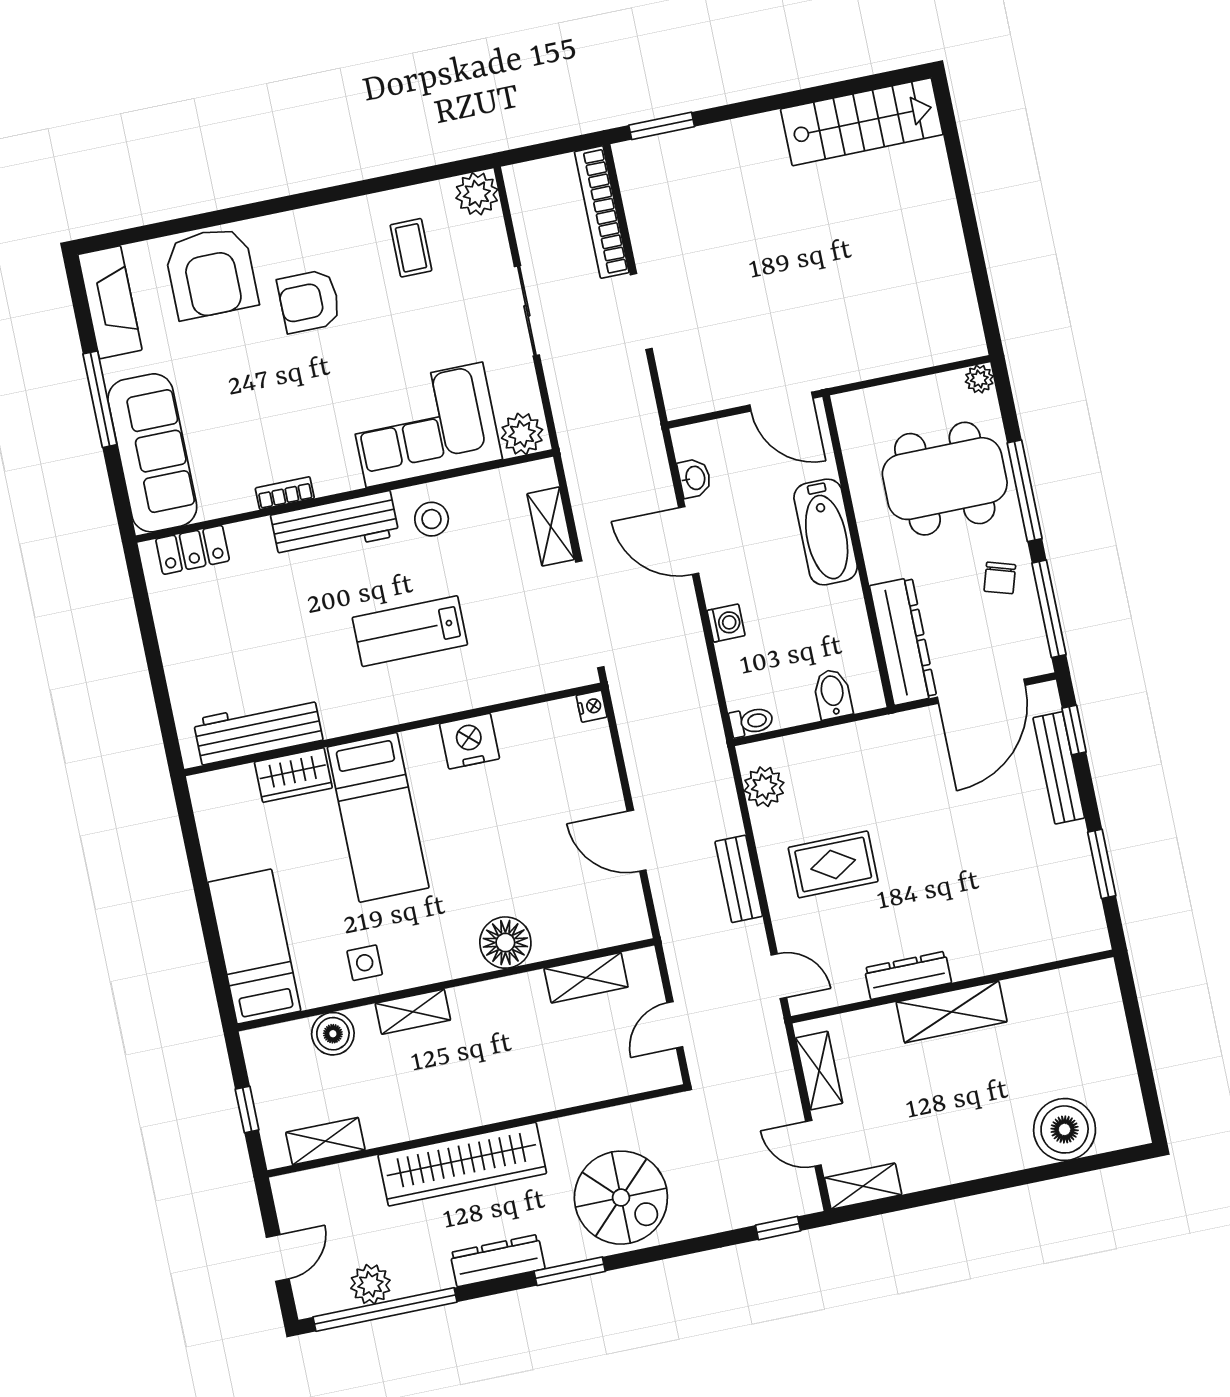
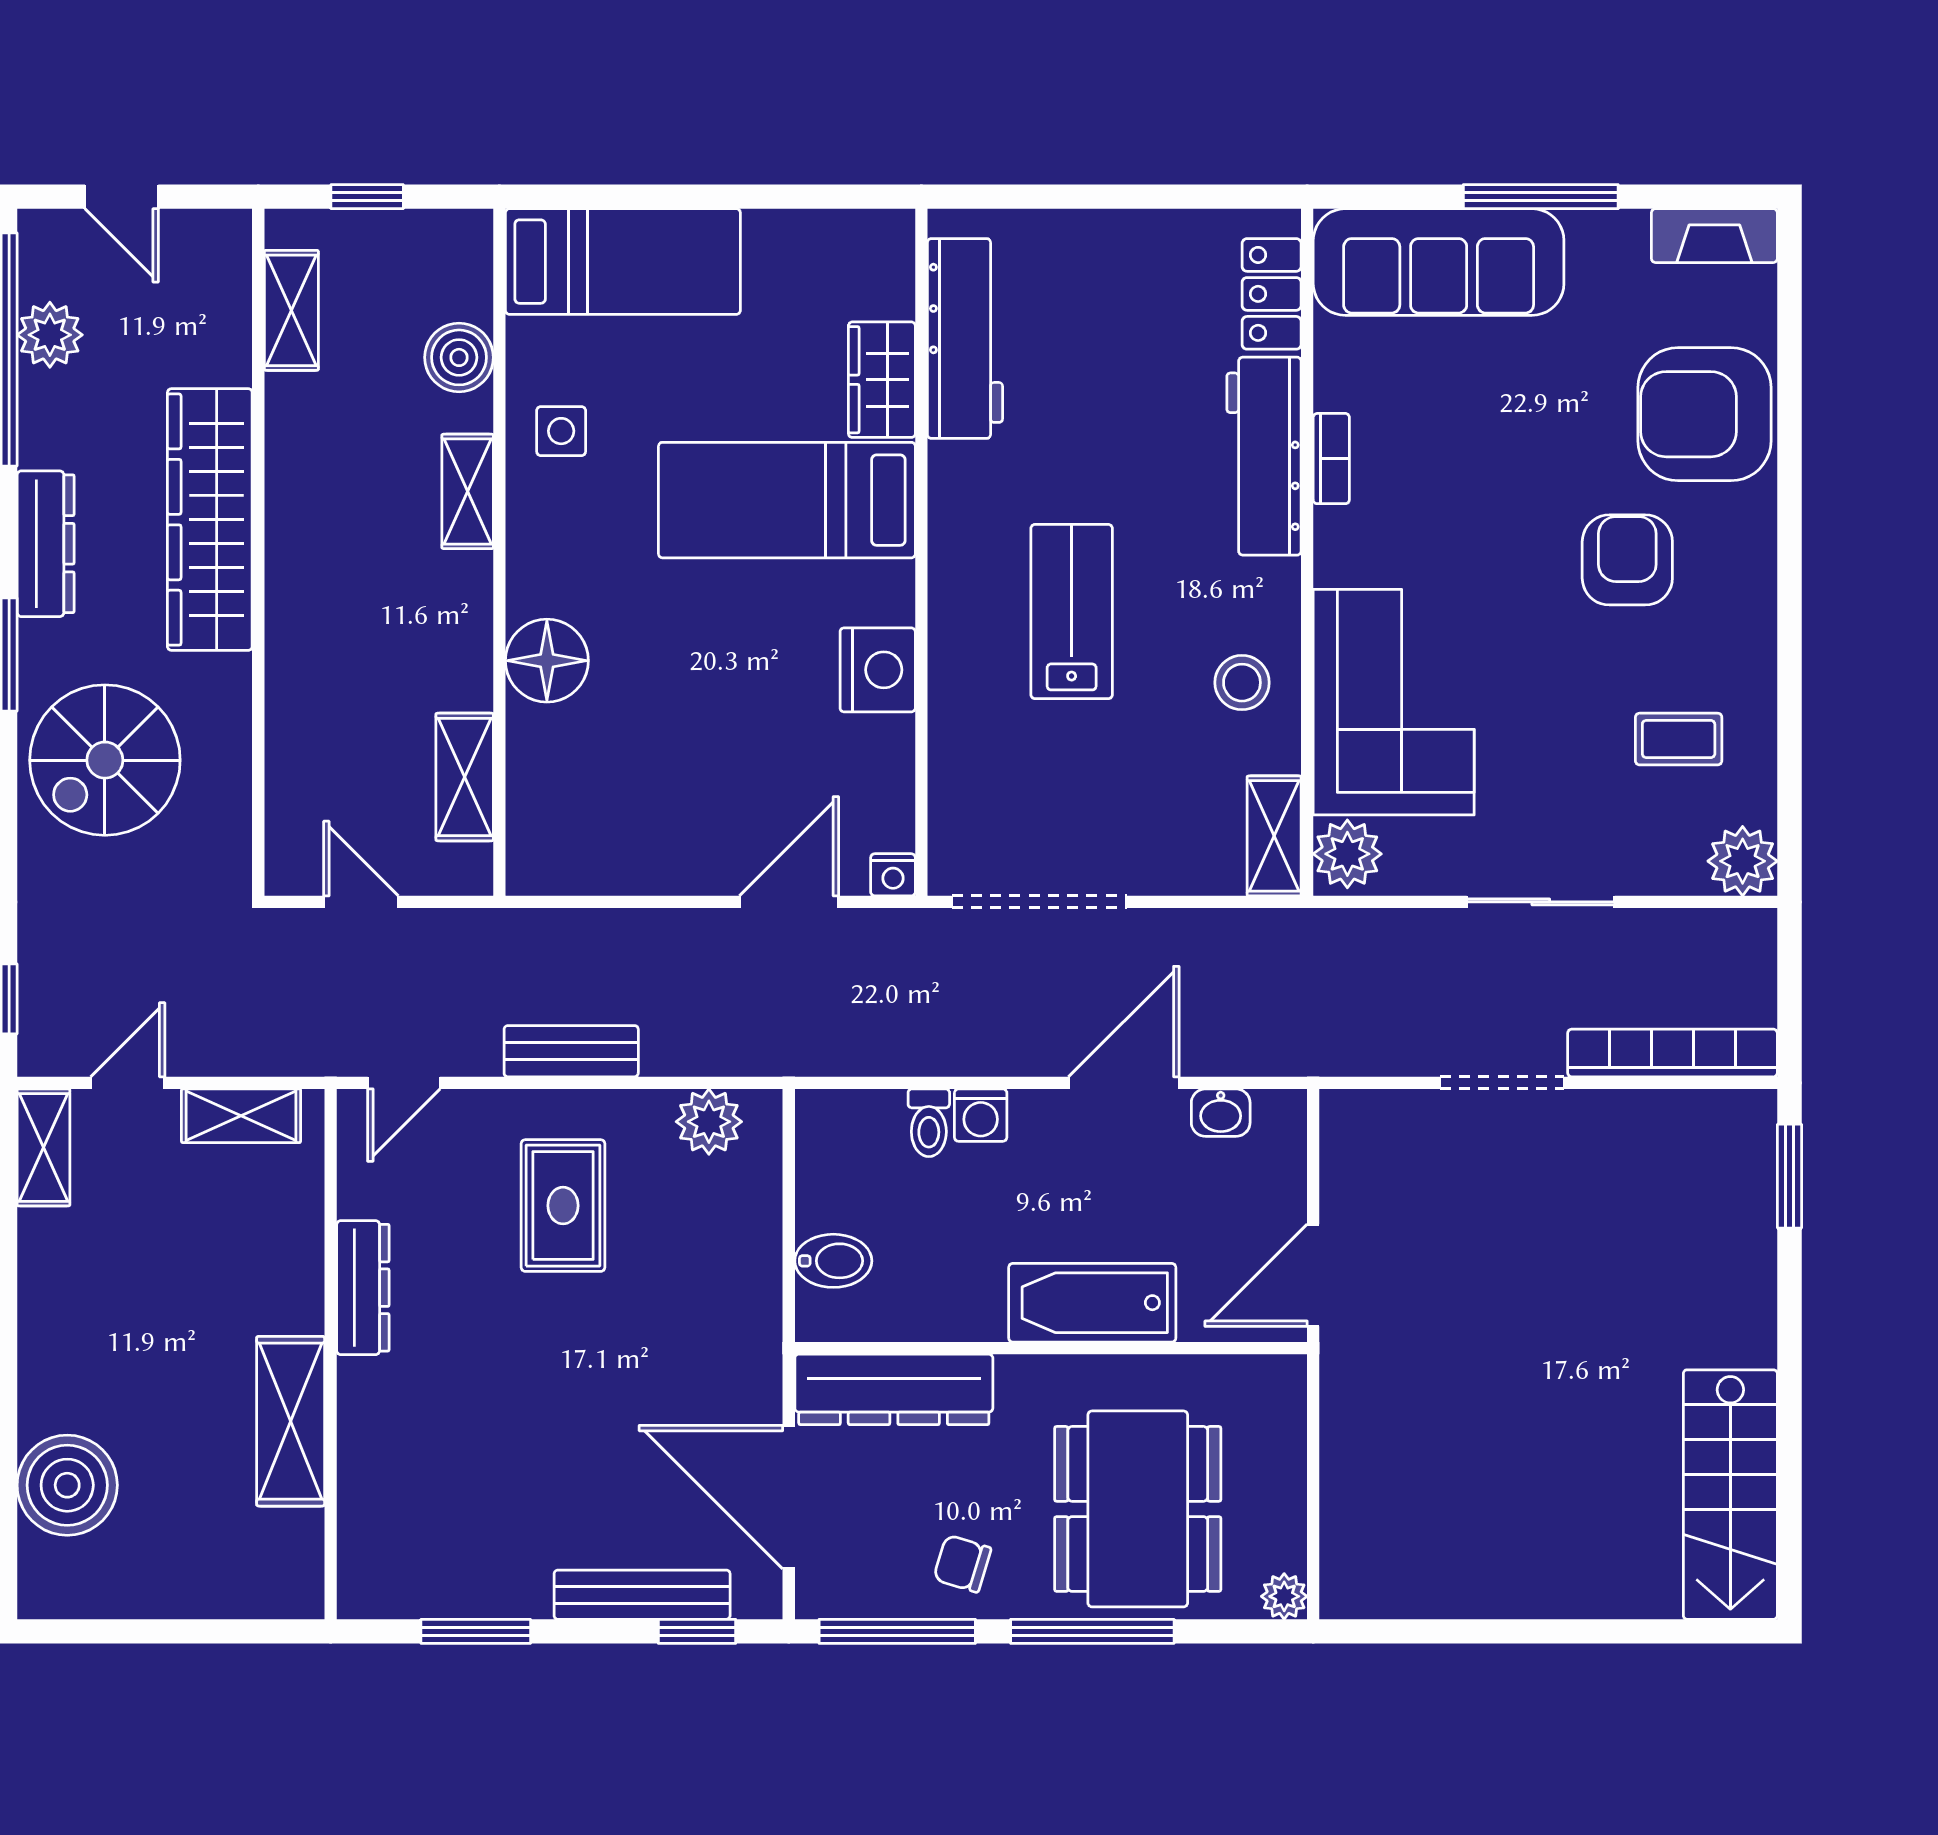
fireplace: (110, 302) -> (1714, 236), width x0.73, depth x0.76
workbench: (335, 525) -> (1264, 456), moved
shelving: (551, 527) -> (1274, 836), moved, turned 90
toilet: (751, 722) -> (929, 1123), moved
door: (637, 841) -> (789, 902), moved
shelving: (952, 1012) -> (291, 1421), moved

